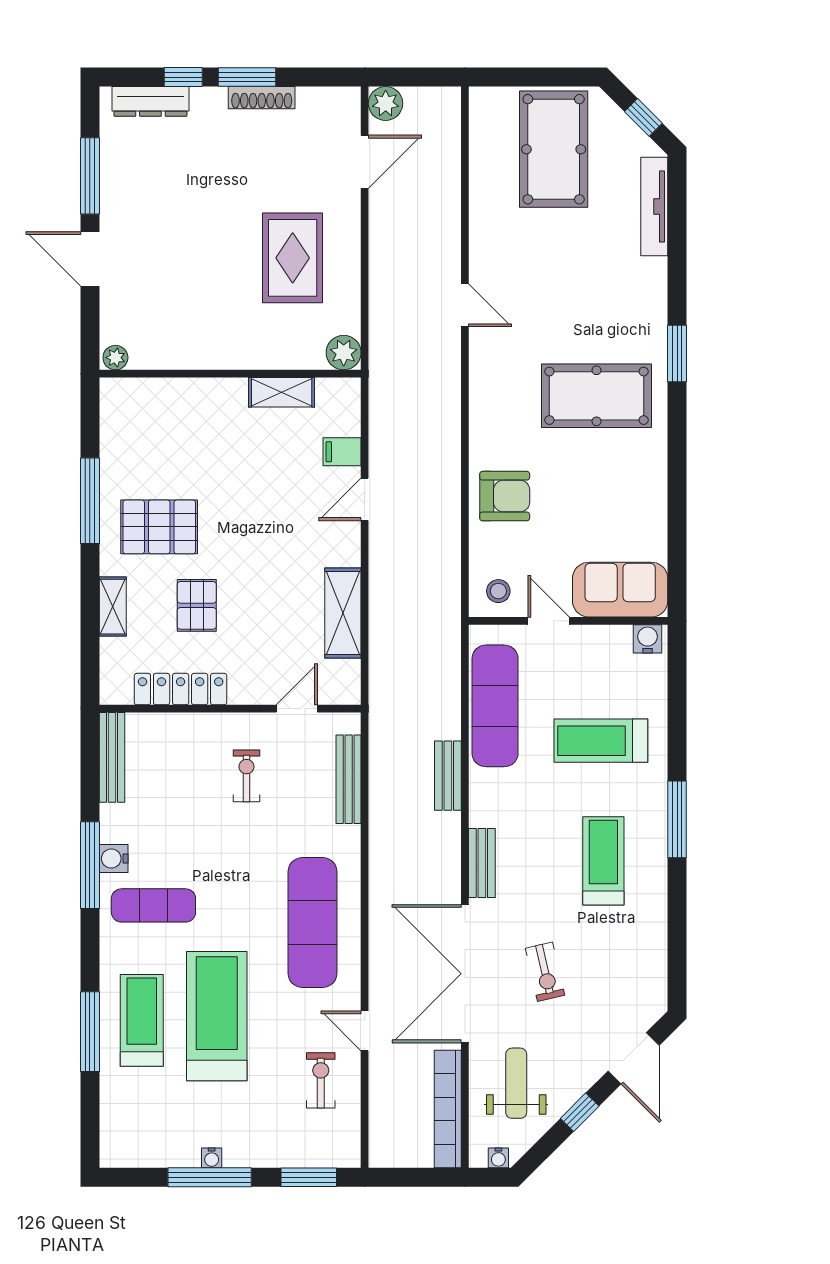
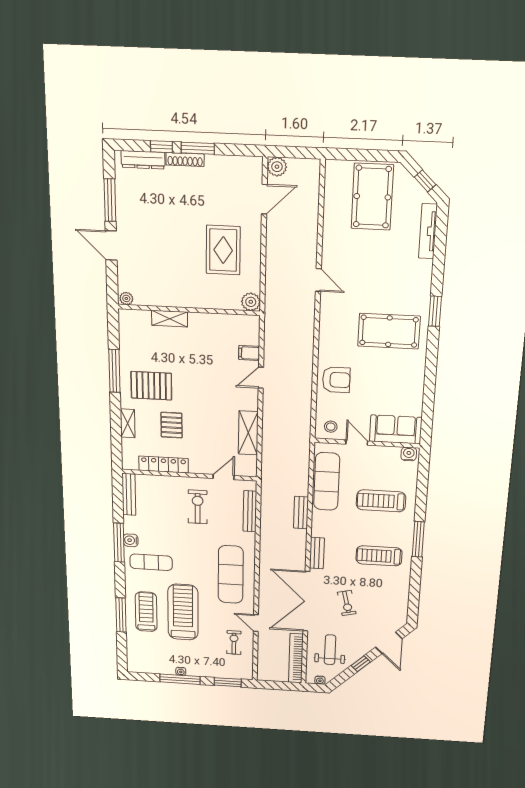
shoe rack: (262, 98) -> (185, 159), moved
shelving: (282, 392) -> (170, 319), moved
exercise bike: (246, 776) -> (198, 507), width x1.38, depth x1.39
treadmill: (603, 861) -> (379, 556), turned -90

